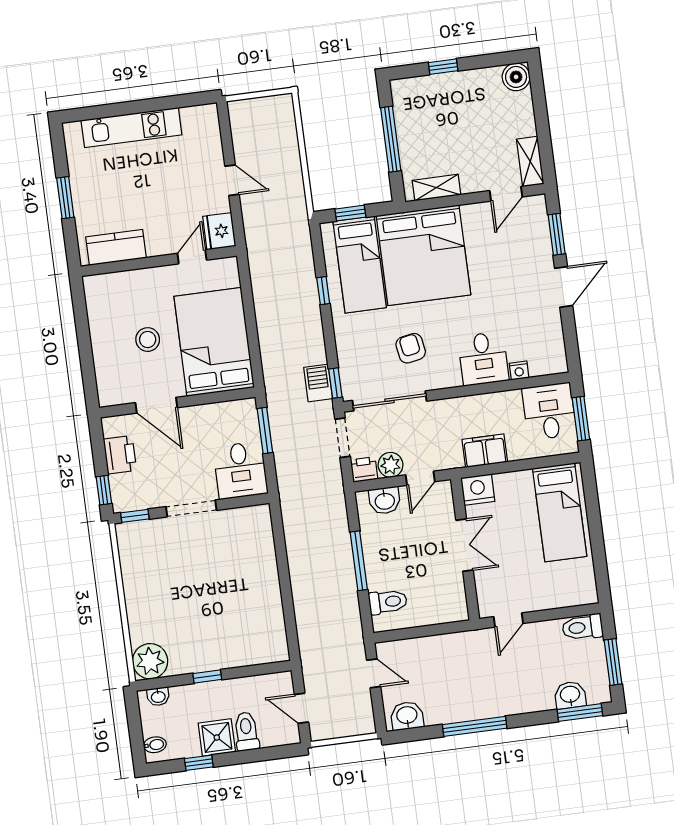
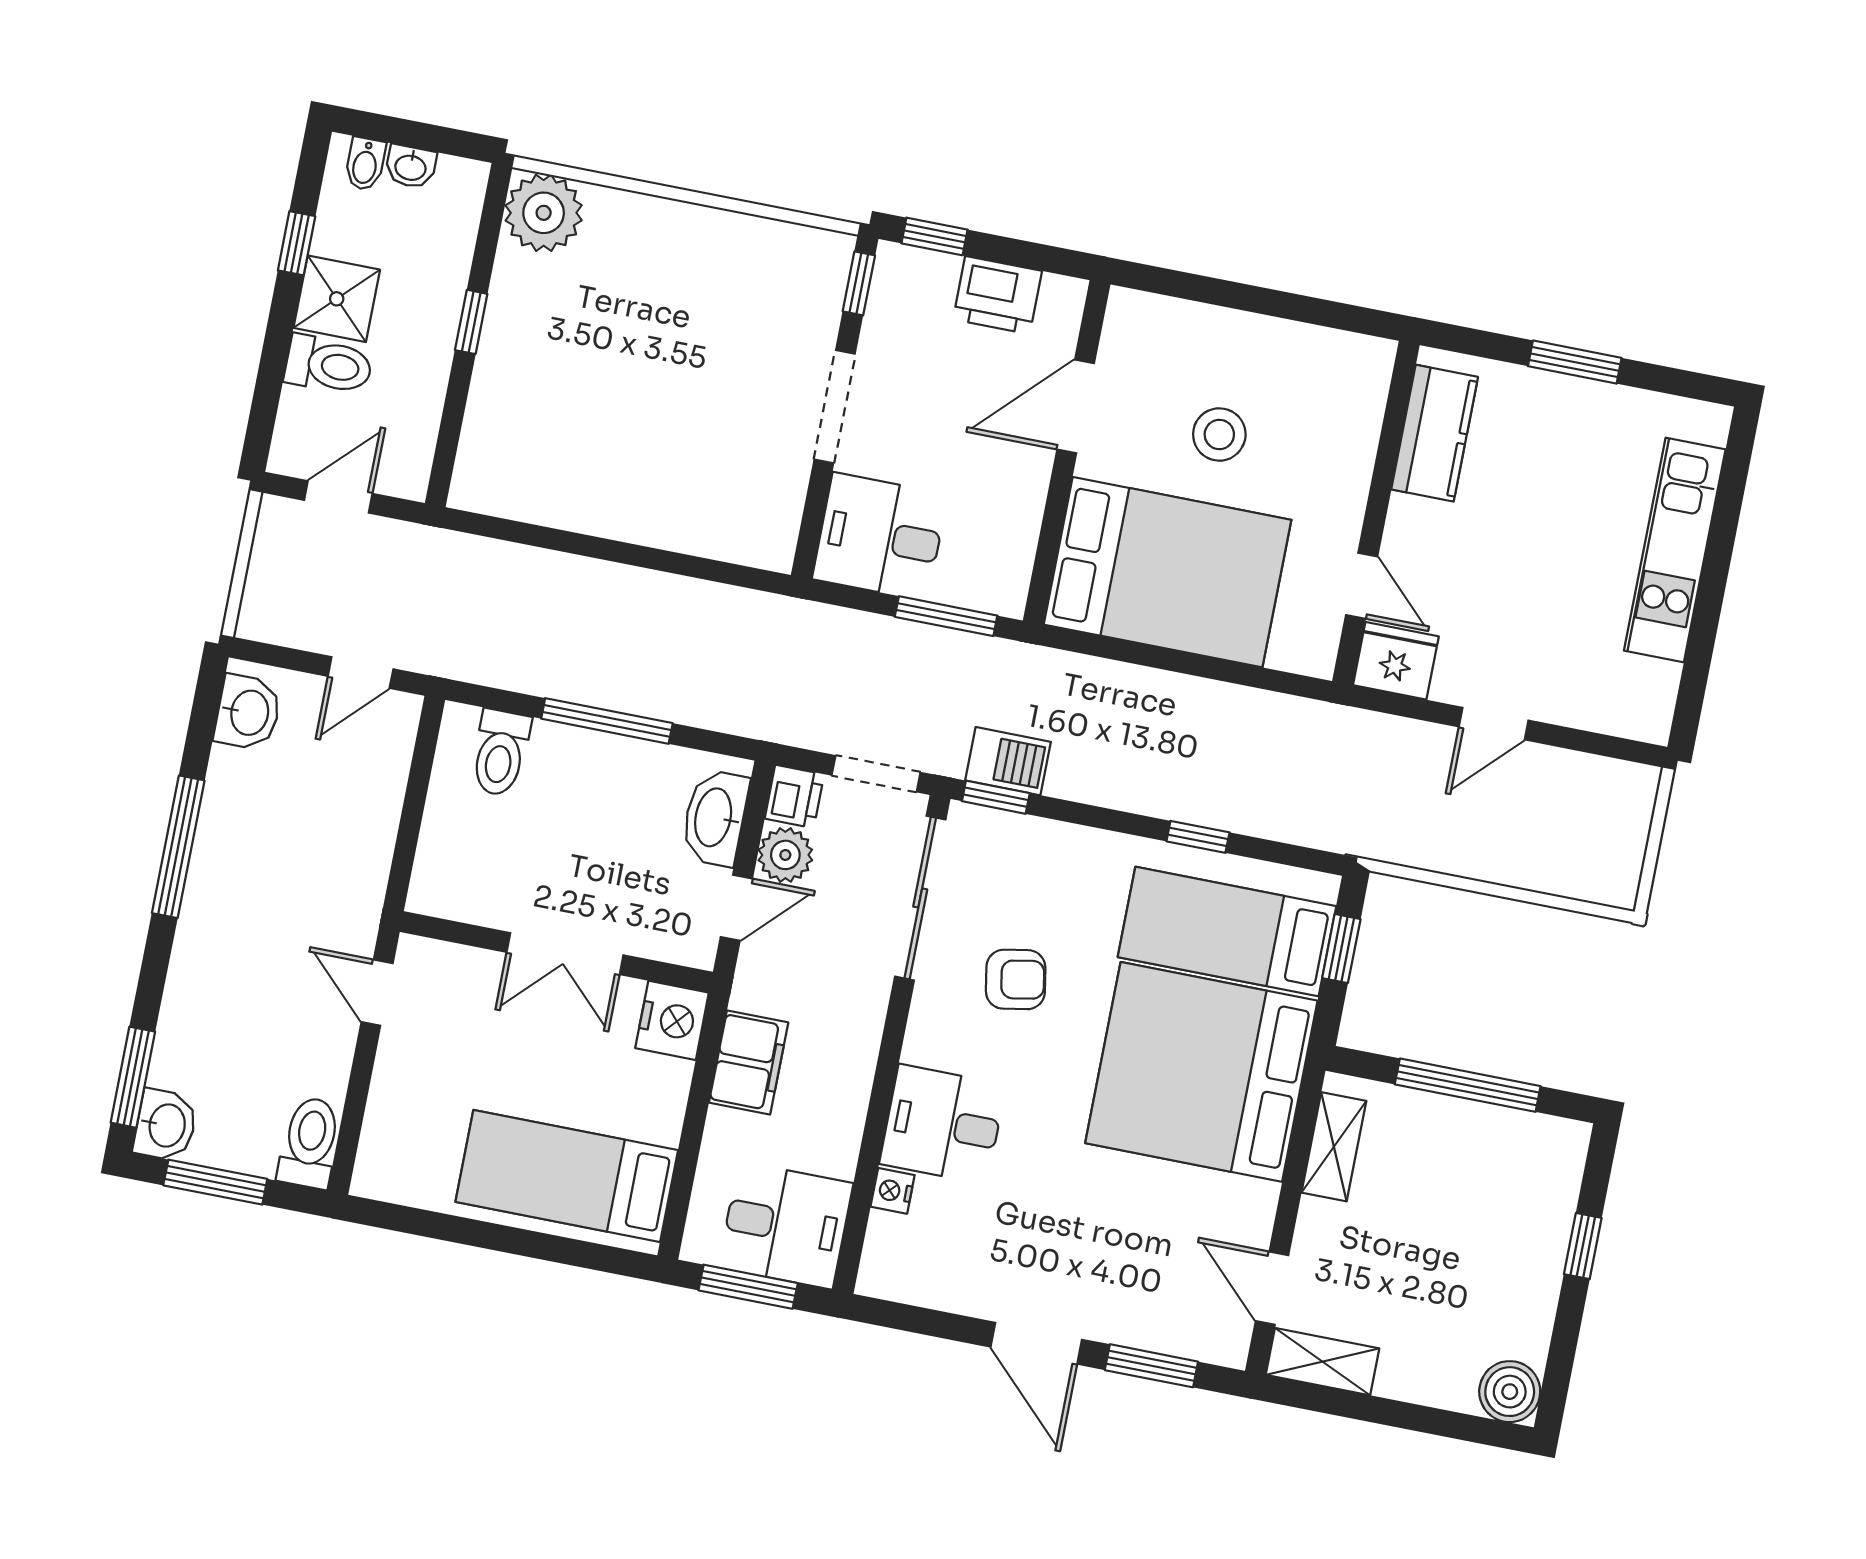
door: (420, 478) -> (736, 908), swing flipped
washbasin: (385, 501) -> (715, 818), width x1.38
washbasin: (570, 695) -> (166, 1125), moved
washbasin: (158, 697) -> (411, 167), moved, turned -90

